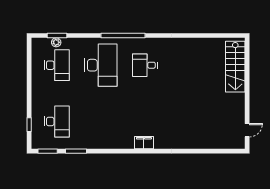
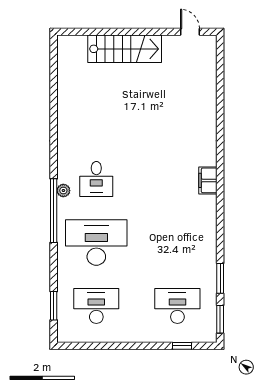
plant: (56, 42) -> (63, 191), moved
stairs: (235, 67) -> (125, 49), moved

